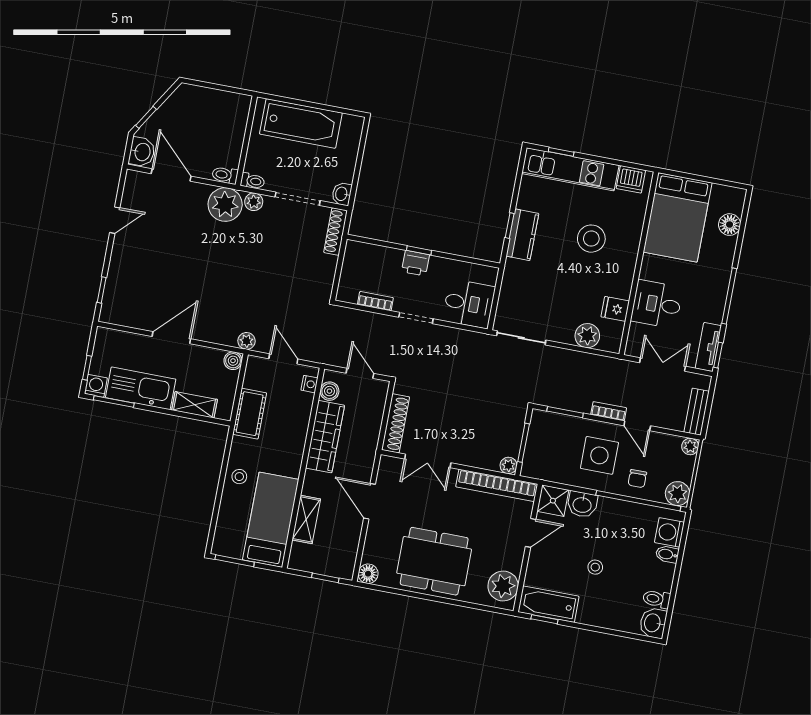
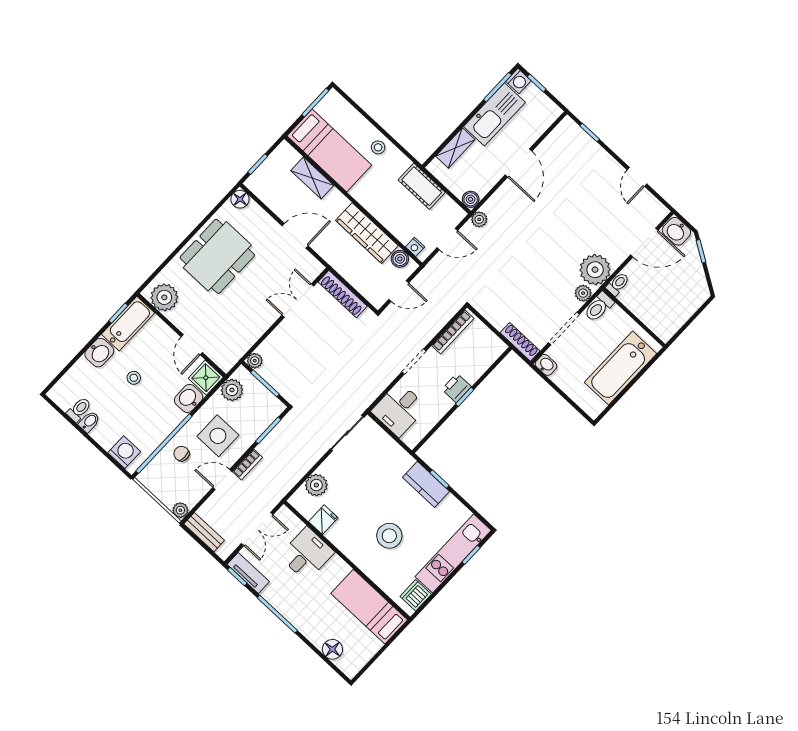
toilet: (253, 181) -> (599, 307), width x1.37, depth x1.39
bed: (678, 217) -> (369, 607), width x0.67
bookcase: (375, 301) -> (453, 332), width x1.56
bookcase: (497, 485) -> (245, 342), removed
plant: (678, 494) -> (232, 390), moved
bidet: (667, 554) -> (89, 422), moved
washbasin: (653, 623) -> (99, 353), moved, turned 90

